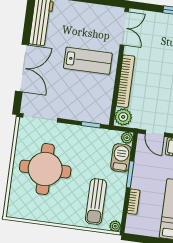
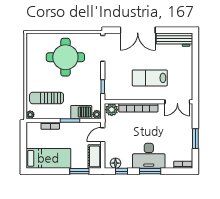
lab bench: (88, 61) -> (150, 78), turned 90

